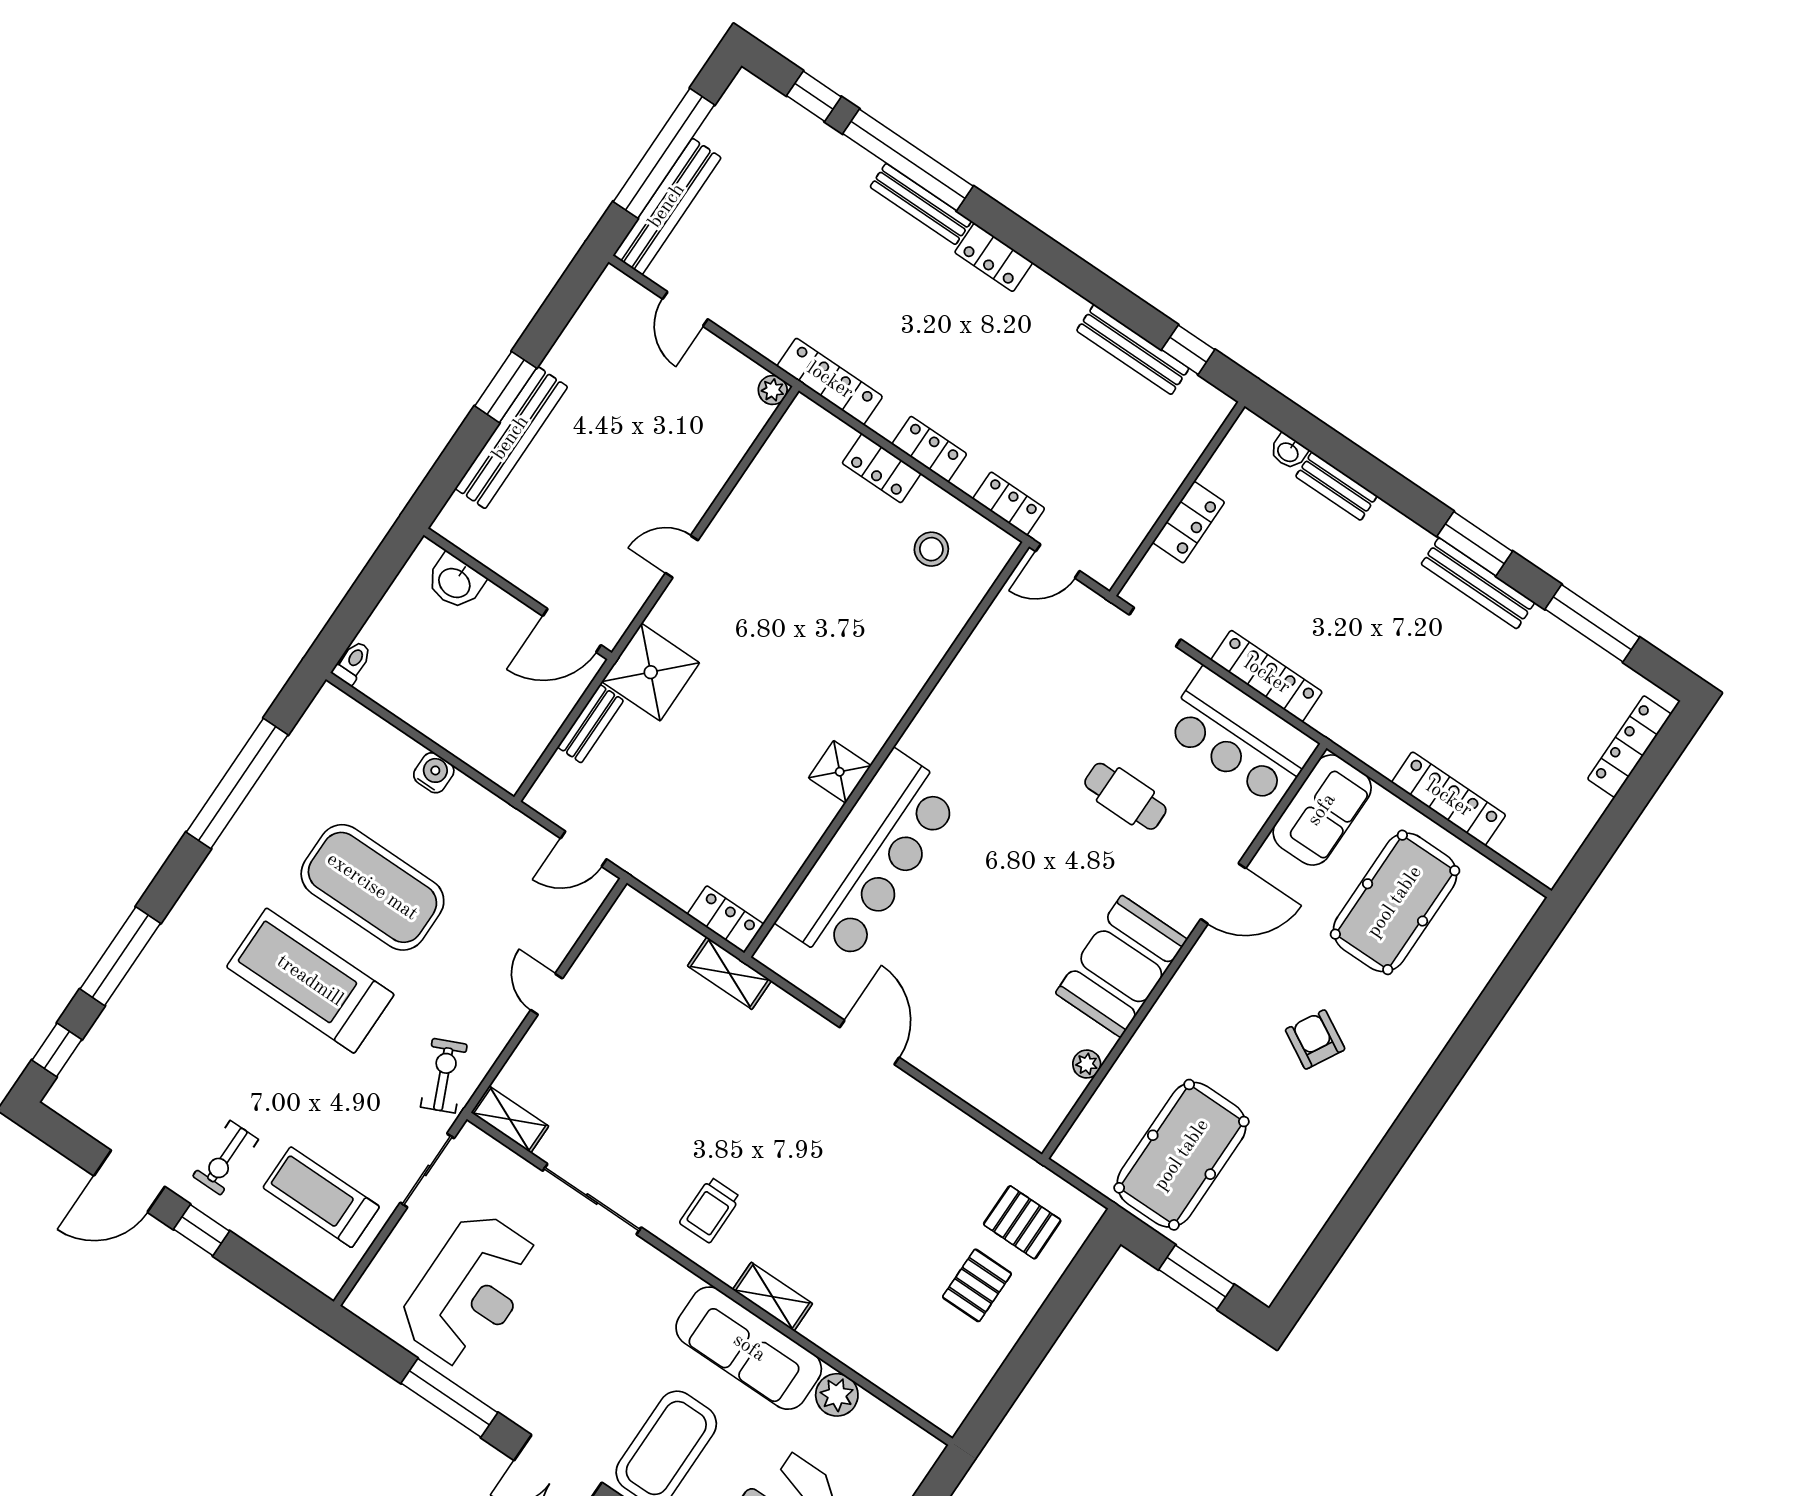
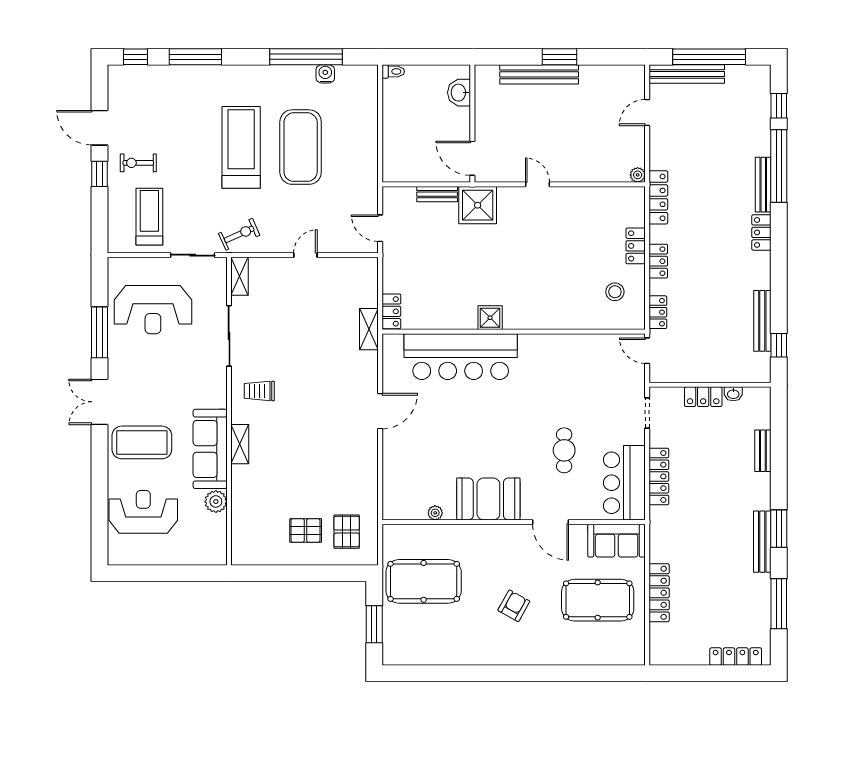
washbasin: (1288, 452) -> (733, 394), moved, turned -90
water cooler: (434, 773) -> (325, 74), moved, turned -90

